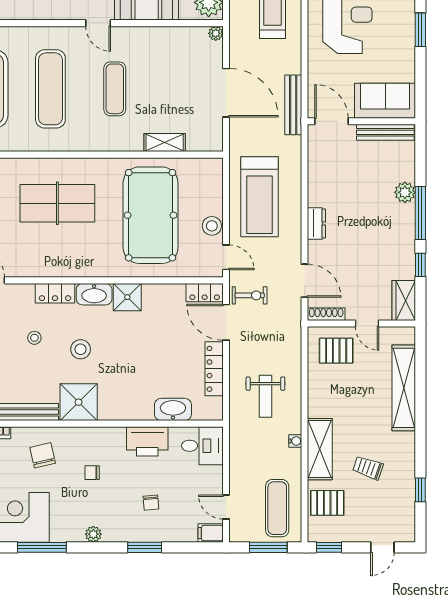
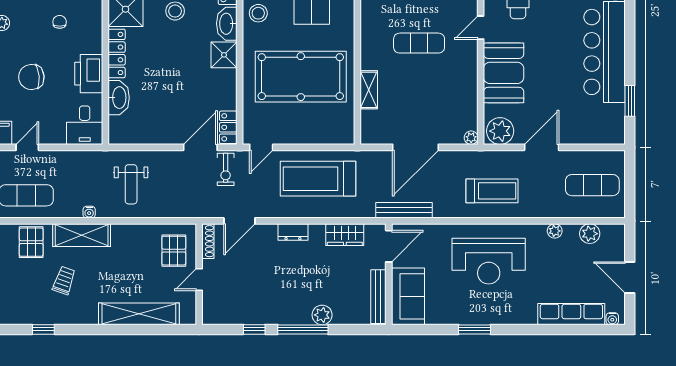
stool: (212, 226) -> (258, 13), moved
wardrobe: (404, 300) -> (345, 235), moved, turned 180
locker: (214, 369) -> (117, 53), moved, turned 90
weight bench: (265, 396) -> (131, 184), turned -90
chair: (151, 503) -> (31, 77), width x1.87, depth x1.87

